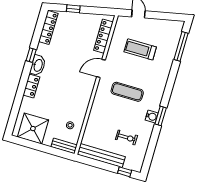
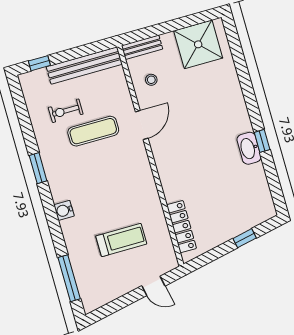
locker: (48, 27) -> (262, 192), removed
washbasin: (38, 65) -> (249, 148), moved
door: (101, 68) -> (142, 125), moved
locker: (31, 86) -> (236, 100), removed
exercise mat: (127, 92) -> (93, 131), moved
water cooler: (152, 117) -> (64, 210), moved

